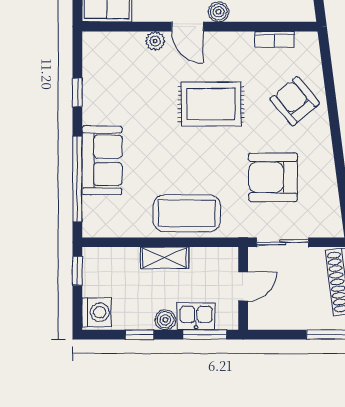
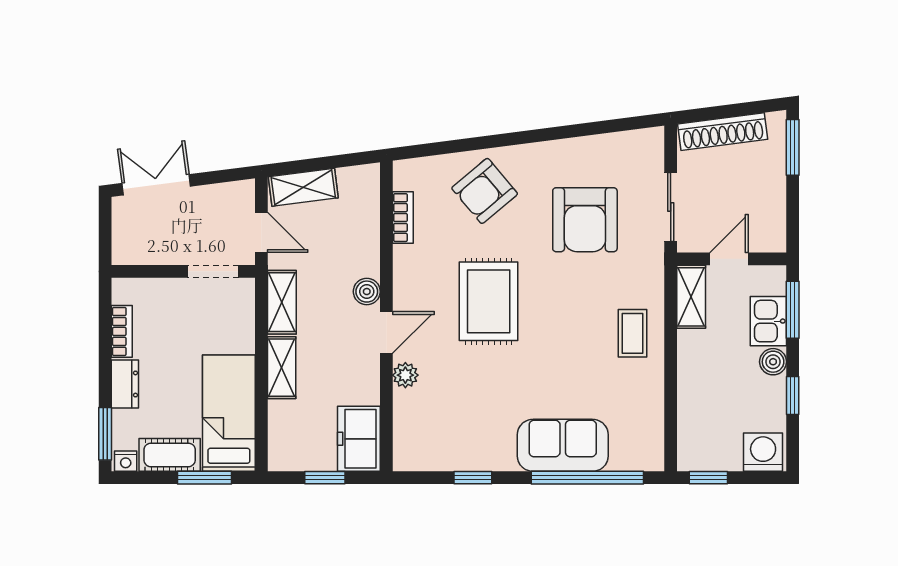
coffee table: (187, 213) -> (633, 333), width x0.54, depth x0.58
shelving: (165, 258) -> (691, 297), moved
door: (243, 286) -> (729, 259), hinge flipped

